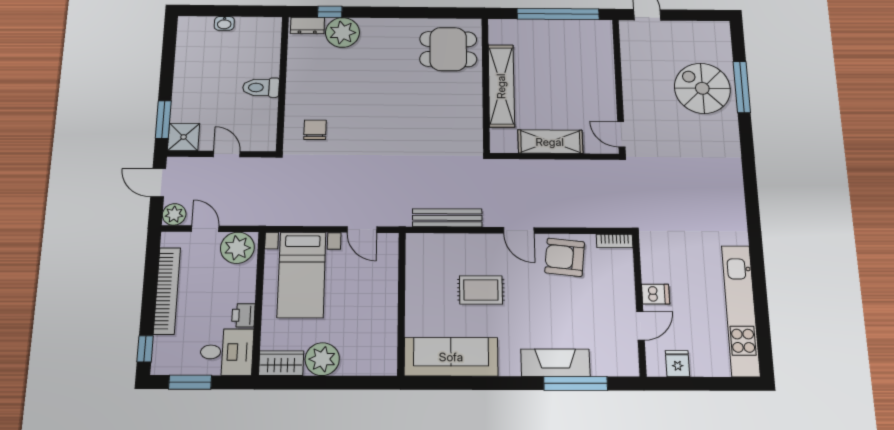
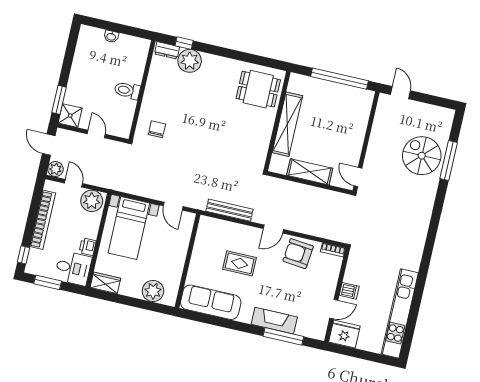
door: (519, 230) -> (273, 229), hinge flipped
plant: (322, 359) -> (153, 291), moved
fridge: (678, 364) -> (344, 334), width x1.88, depth x1.34

